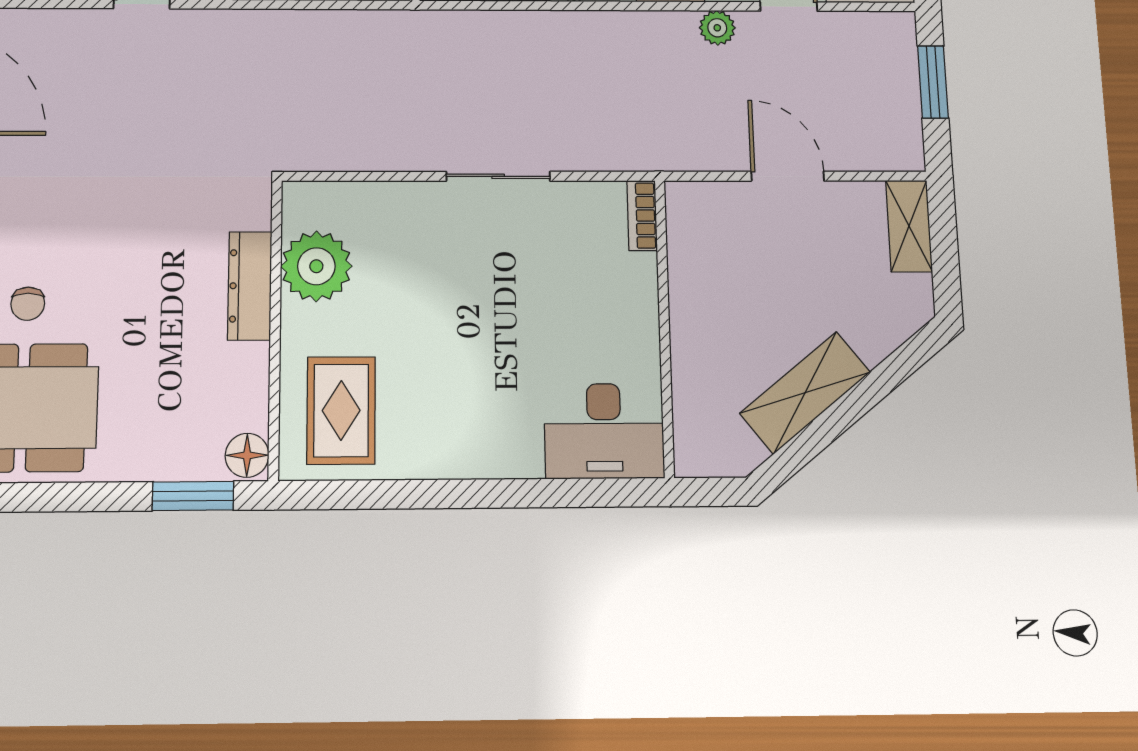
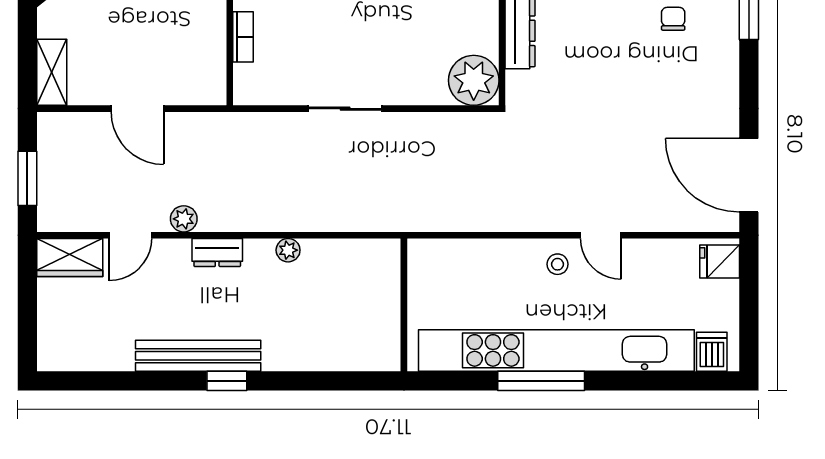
bookcase: (642, 216) -> (243, 37), moved
plant: (316, 266) -> (474, 80), moved

